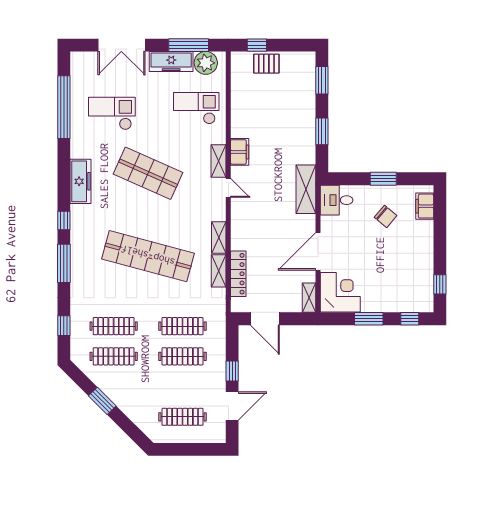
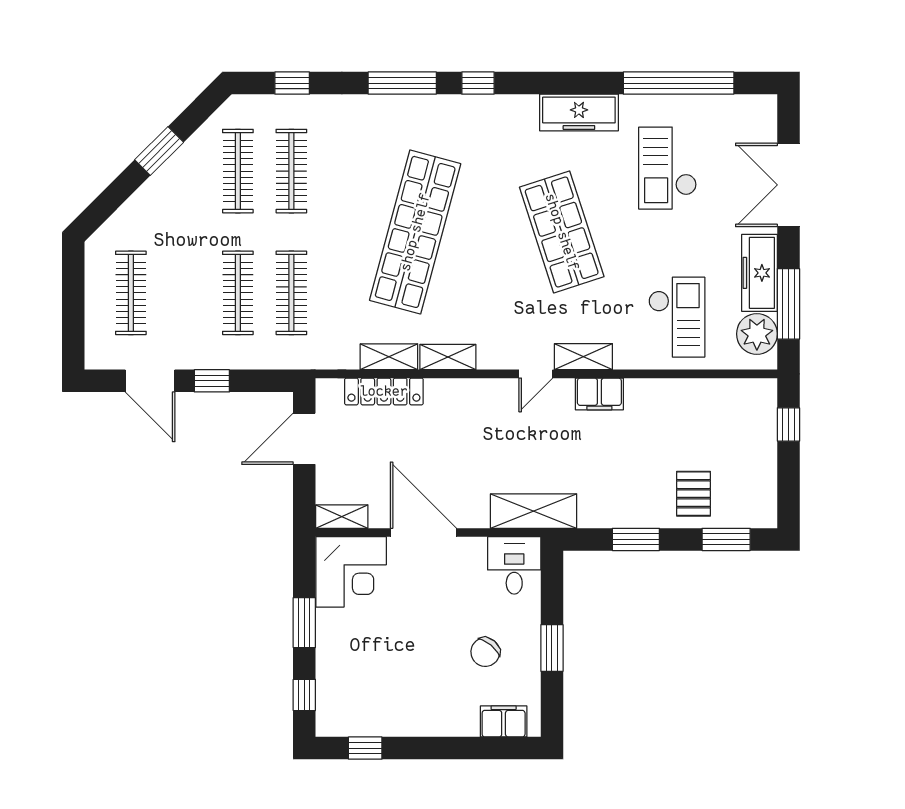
pallet: (266, 64) -> (694, 494), moved
checkout: (112, 113) -> (668, 168), turned 180
shop shelf: (148, 173) -> (562, 232), turned -42
freezer: (81, 181) -> (579, 113), moved

